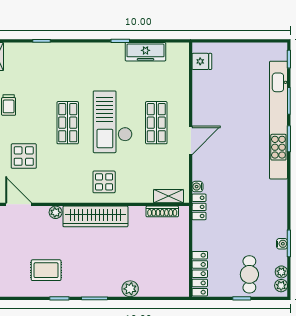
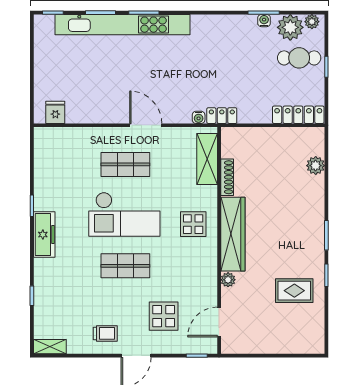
freezer: (145, 52) -> (44, 235), moved
shelving: (169, 196) -> (207, 159), width x1.50, depth x1.33
shoe rack: (162, 211) -> (227, 177), moved
rug: (46, 270) -> (294, 291), turned 90
plant: (281, 272) -> (290, 27), width x1.88, depth x1.88
plant: (130, 289) -> (316, 166), moved

